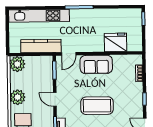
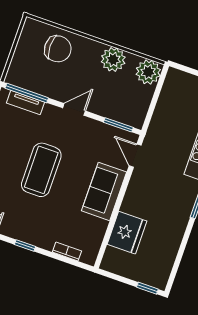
kitchen counter: (41, 46) -> (163, 118), removed
plant: (18, 97) -> (113, 60), moved

